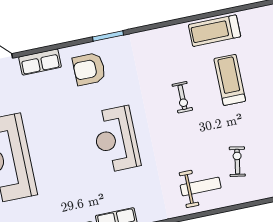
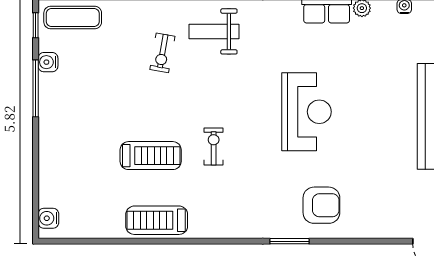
treadmill: (215, 31) -> (157, 220), turned 180
row of seats: (40, 62) -> (380, 227), removed
treadmill: (230, 80) -> (151, 156), turned -90

